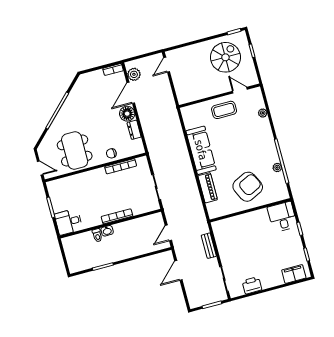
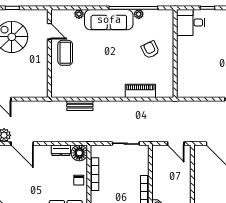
door: (240, 90) -> (49, 31), swing flipped
floor lamp: (127, 114) -> (79, 153), moved
sofa: (201, 150) -> (109, 20), moved, turned 180
armchair: (248, 187) -> (150, 50), width x0.53, depth x0.53
bench: (209, 246) -> (80, 106), moved

